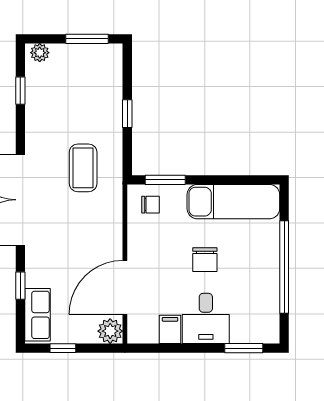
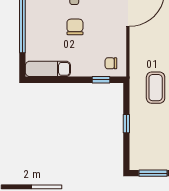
window: (165, 180) -> (101, 80), width x0.67
exam couch: (233, 202) -> (48, 69), width x0.73, depth x0.69

